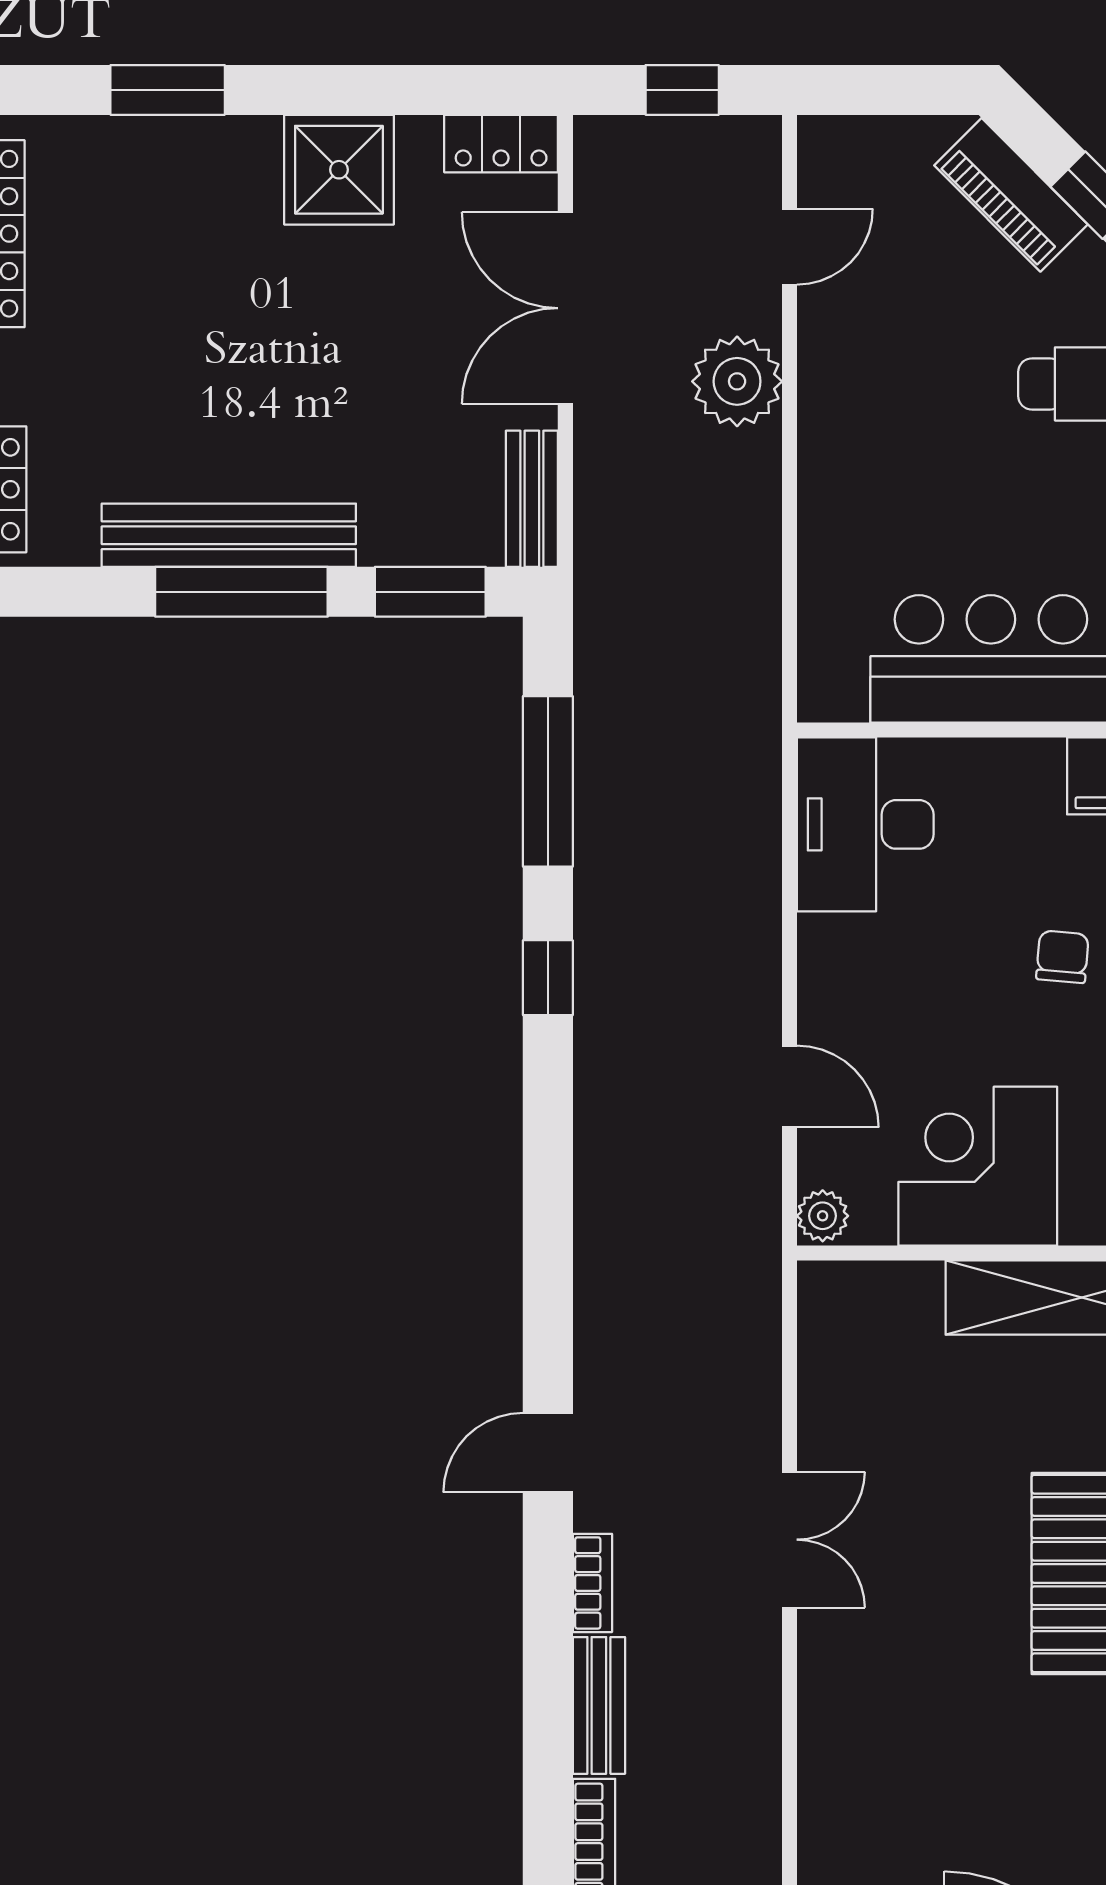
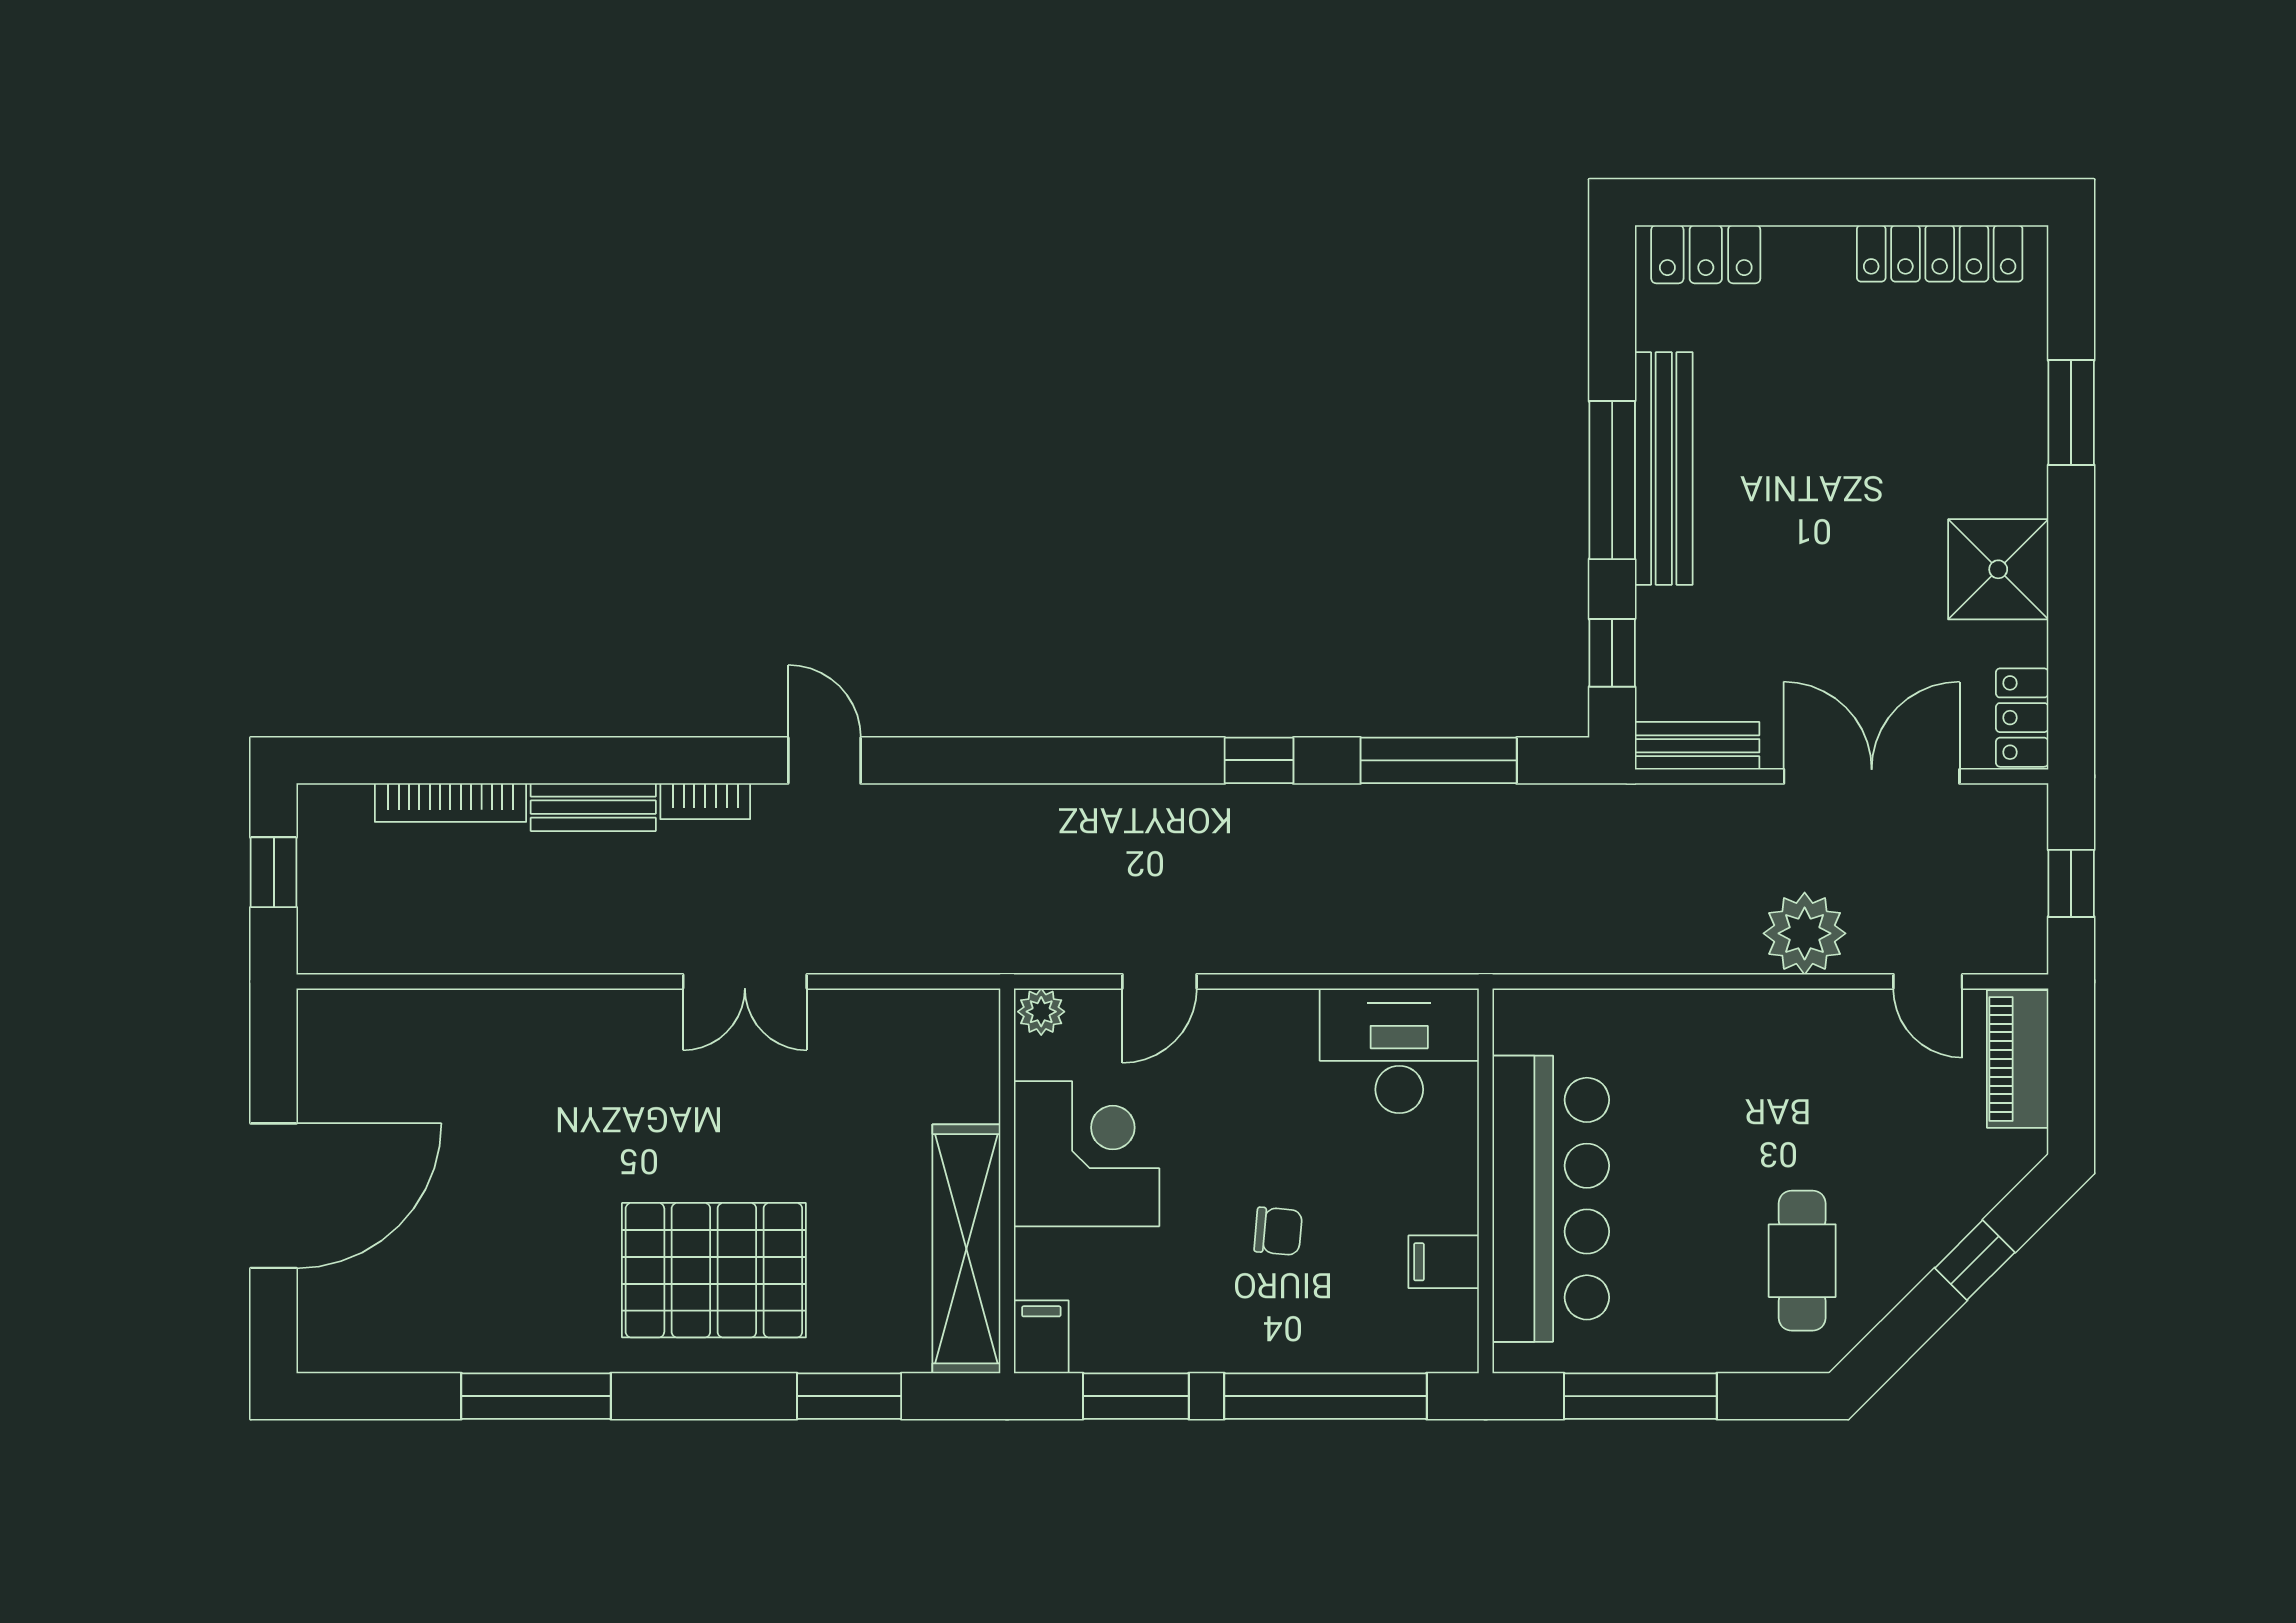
piano: (1011, 195) -> (2018, 1059), moved, turned -45
window: (430, 592) -> (1612, 653), width x0.67

